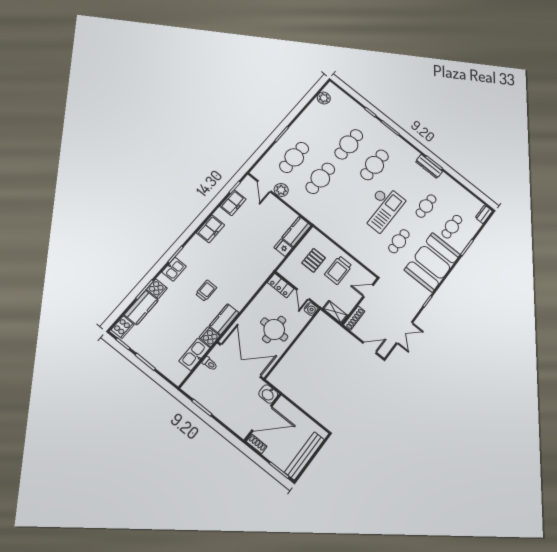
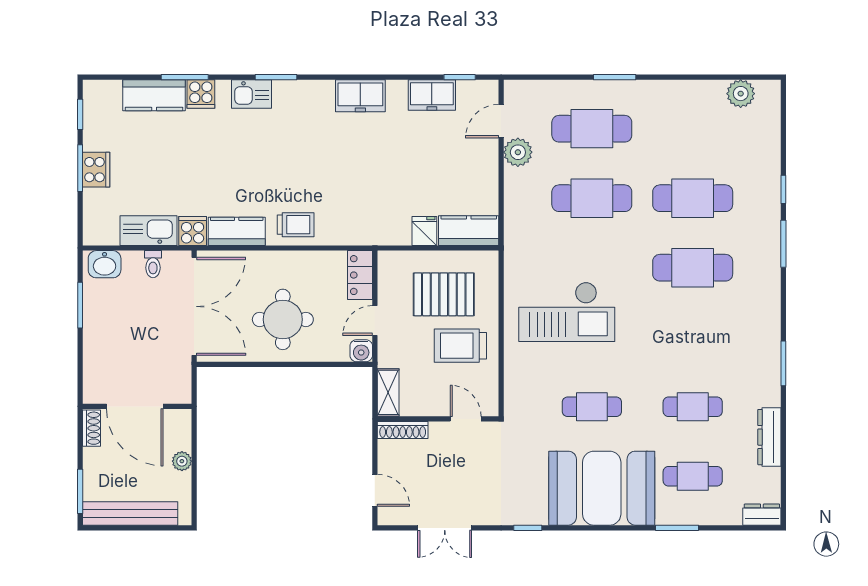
dresser: (429, 166) -> (769, 437), moved
checkout: (382, 208) -> (567, 312), moved
pallet: (314, 260) -> (444, 294), width x1.50, depth x1.42
trolley: (206, 291) -> (296, 225), moved
cooker: (123, 327) -> (96, 170), moved, turned -90
washbasin: (268, 394) -> (105, 264), moved, turned -90
plant: (299, 417) -> (182, 461), added

